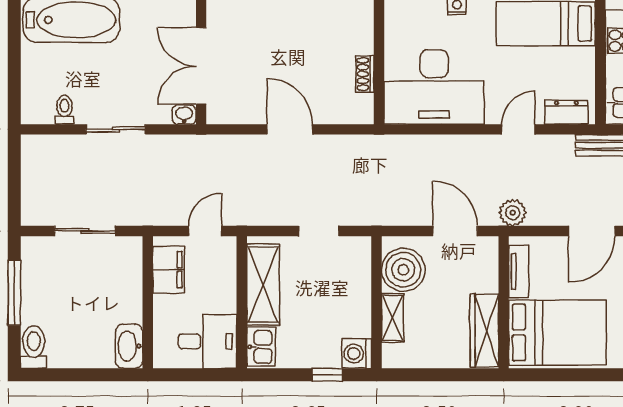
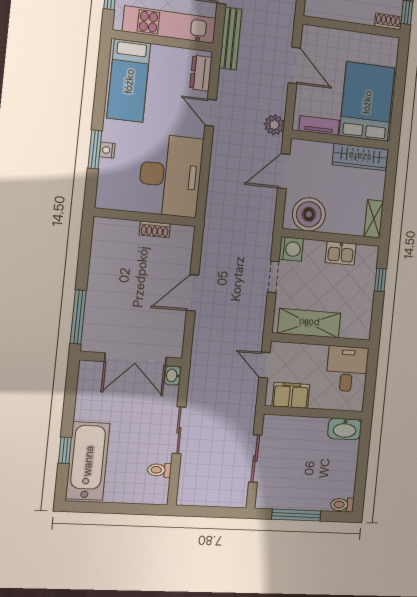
shelving: (393, 318) -> (374, 219), moved, turned 90
toilet: (34, 347) -> (342, 505), width x0.73, depth x0.72
kitchen sink: (261, 347) -> (341, 253), moved, turned 180
washing machine: (357, 354) -> (291, 249), moved, turned -90

